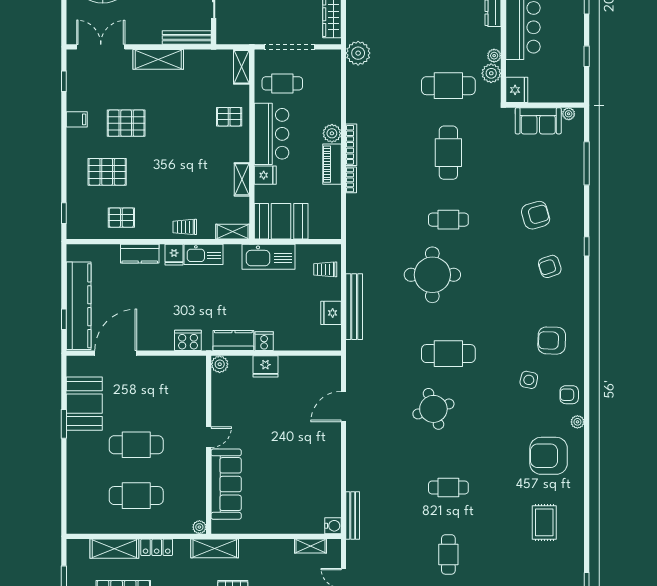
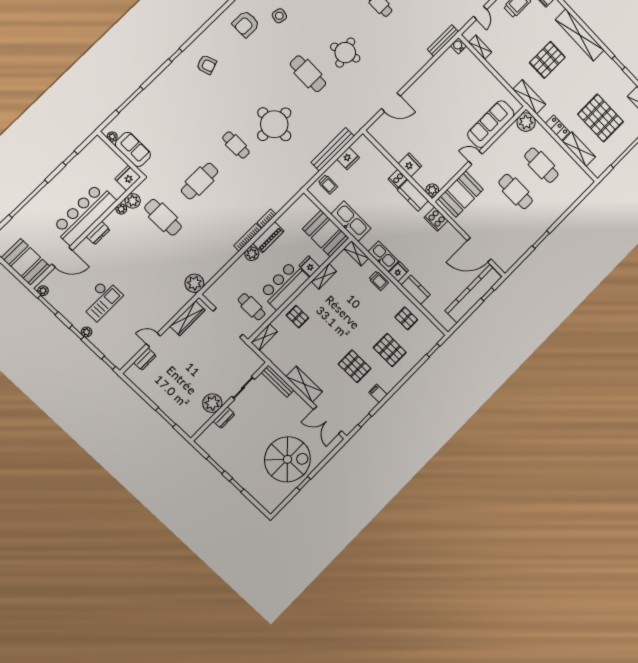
armchair: (536, 215) -> (186, 100), removed
armchair: (552, 341) -> (246, 24), turned 88
booth: (84, 404) -> (461, 194), moved
plant: (199, 527) -> (526, 122), width x1.88, depth x1.88

